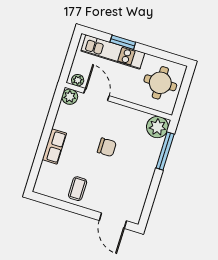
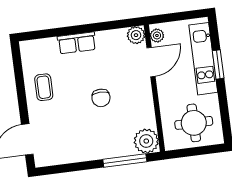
coffee table: (78, 189) -> (44, 87), turned 90

